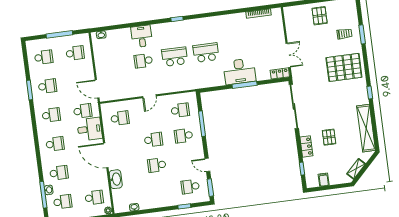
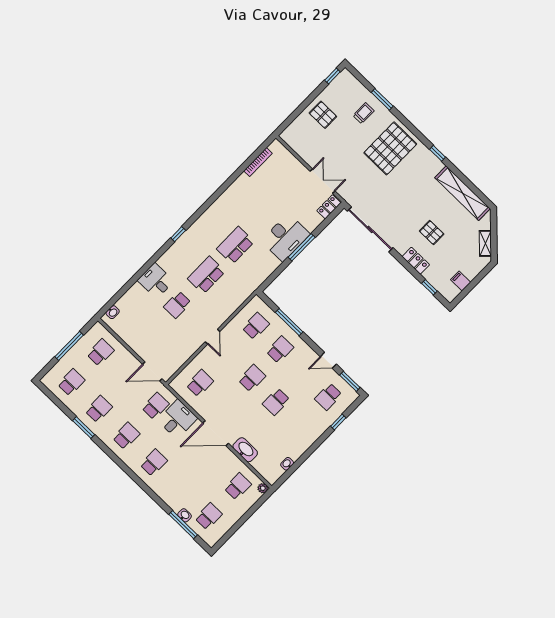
school desk: (184, 136) -> (280, 350), turned 180
school desk: (59, 173) -> (181, 489), removed

